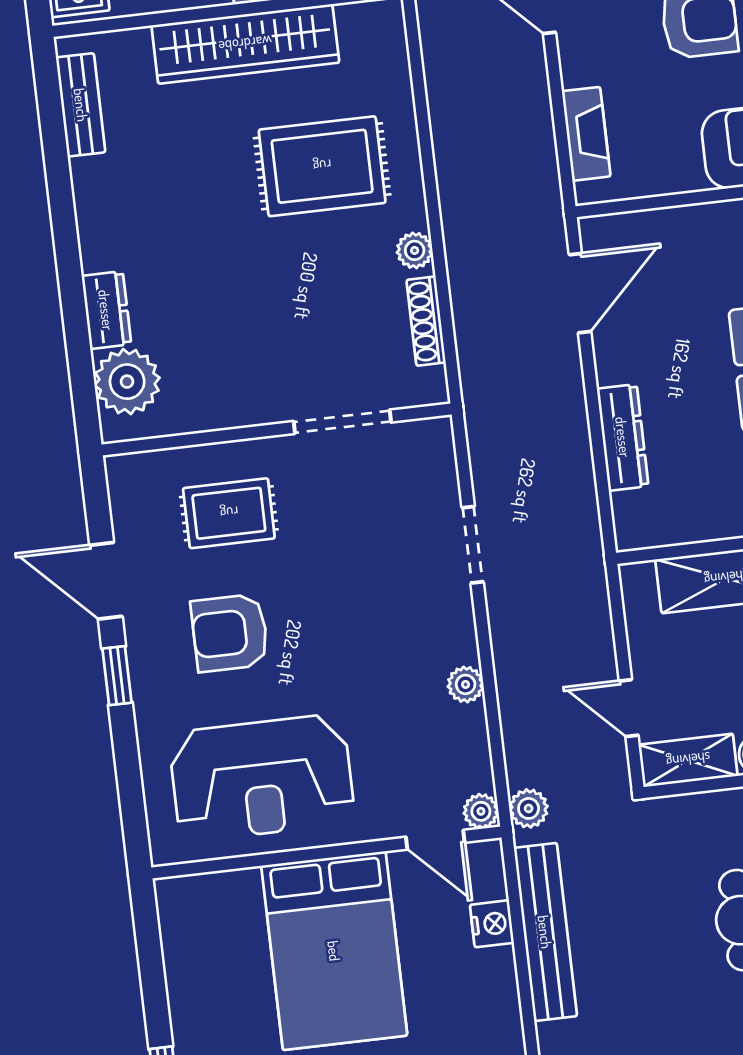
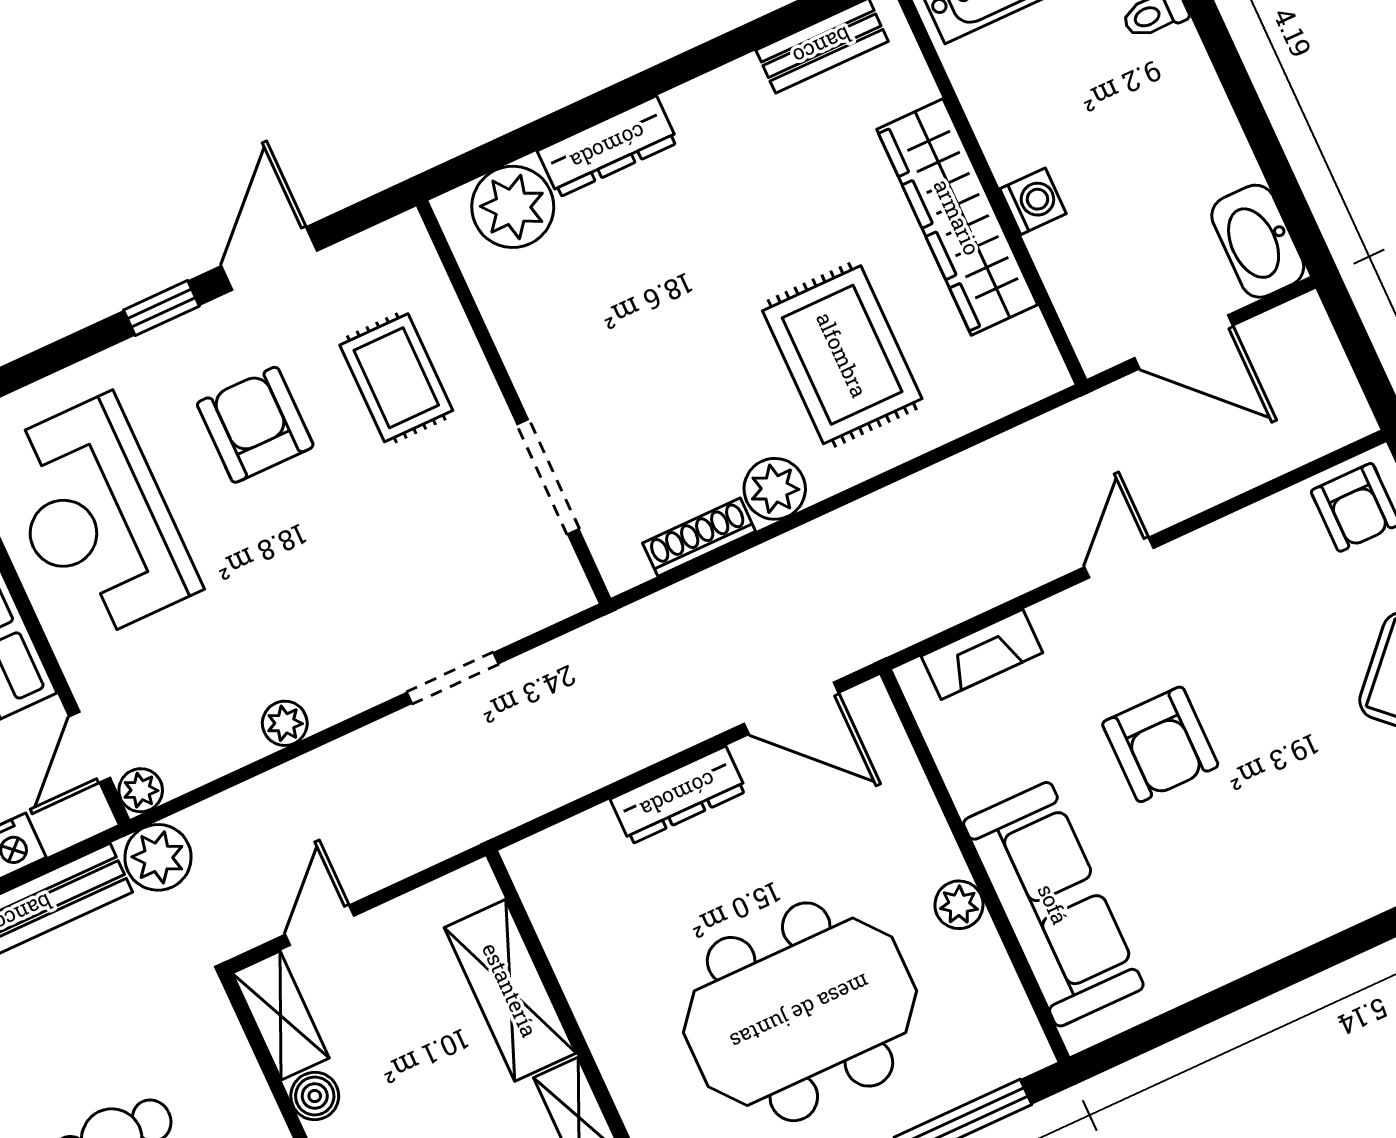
plant: (415, 250) -> (775, 489), width x1.38, depth x1.38
dresser: (106, 310) -> (608, 147), width x1.44
dresser: (623, 437) -> (678, 795), moved
plant: (529, 808) -> (158, 857), width x1.38, depth x1.38

